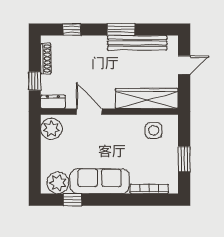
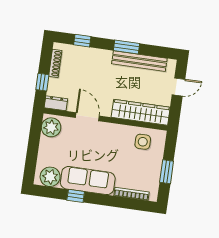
window: (73, 200) -> (76, 196), moved

